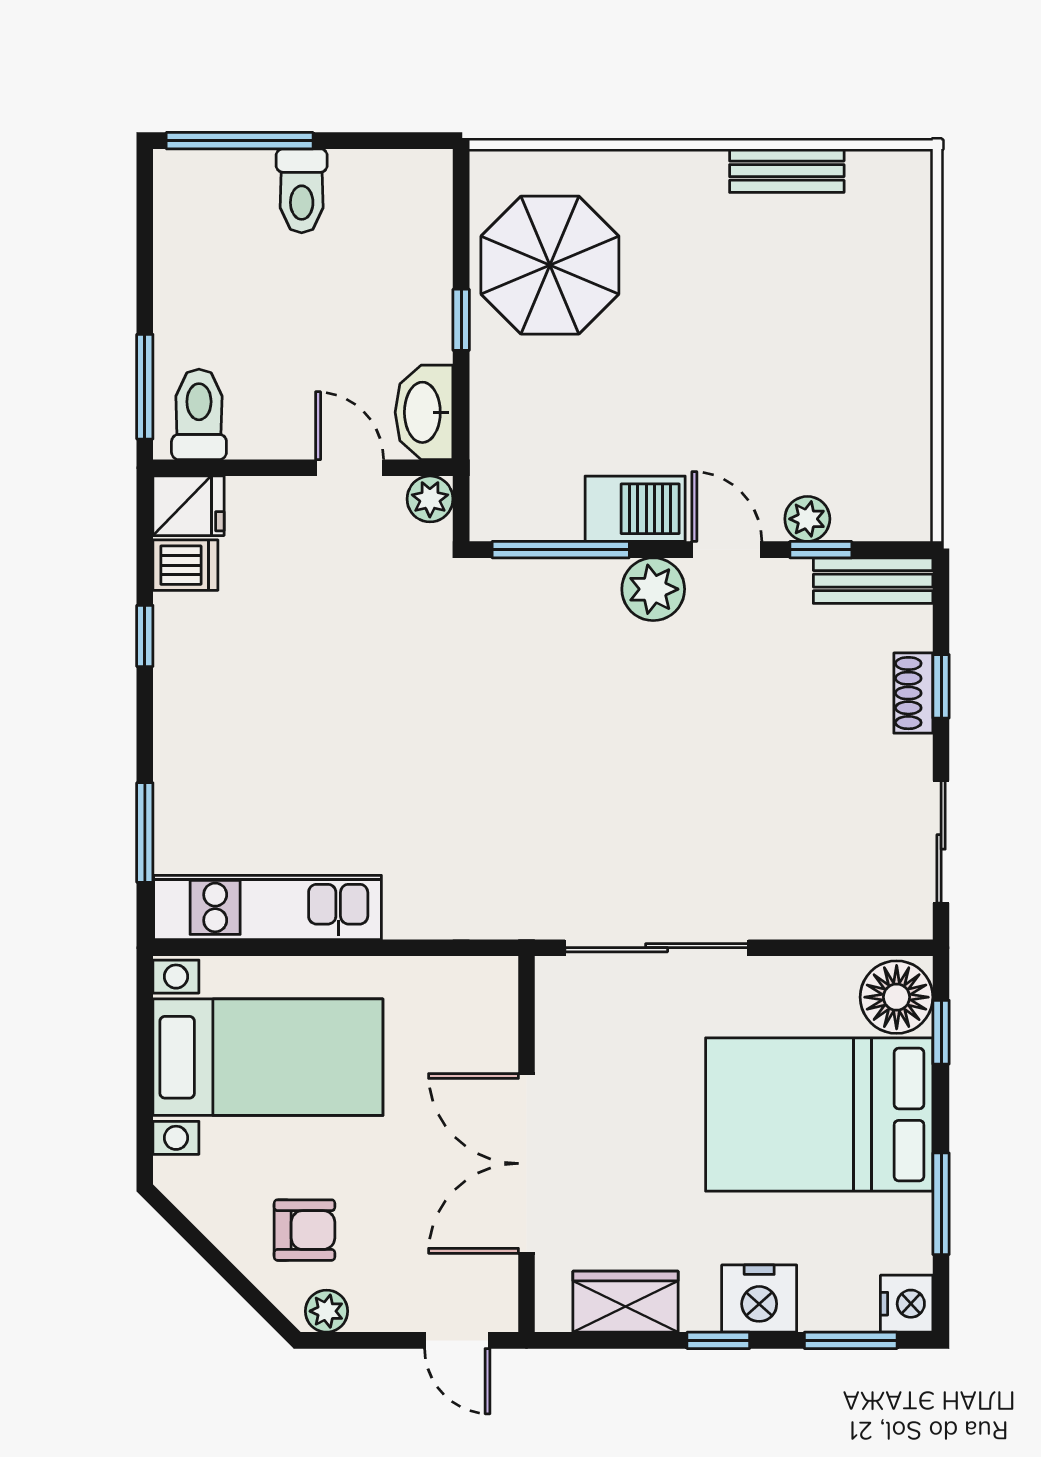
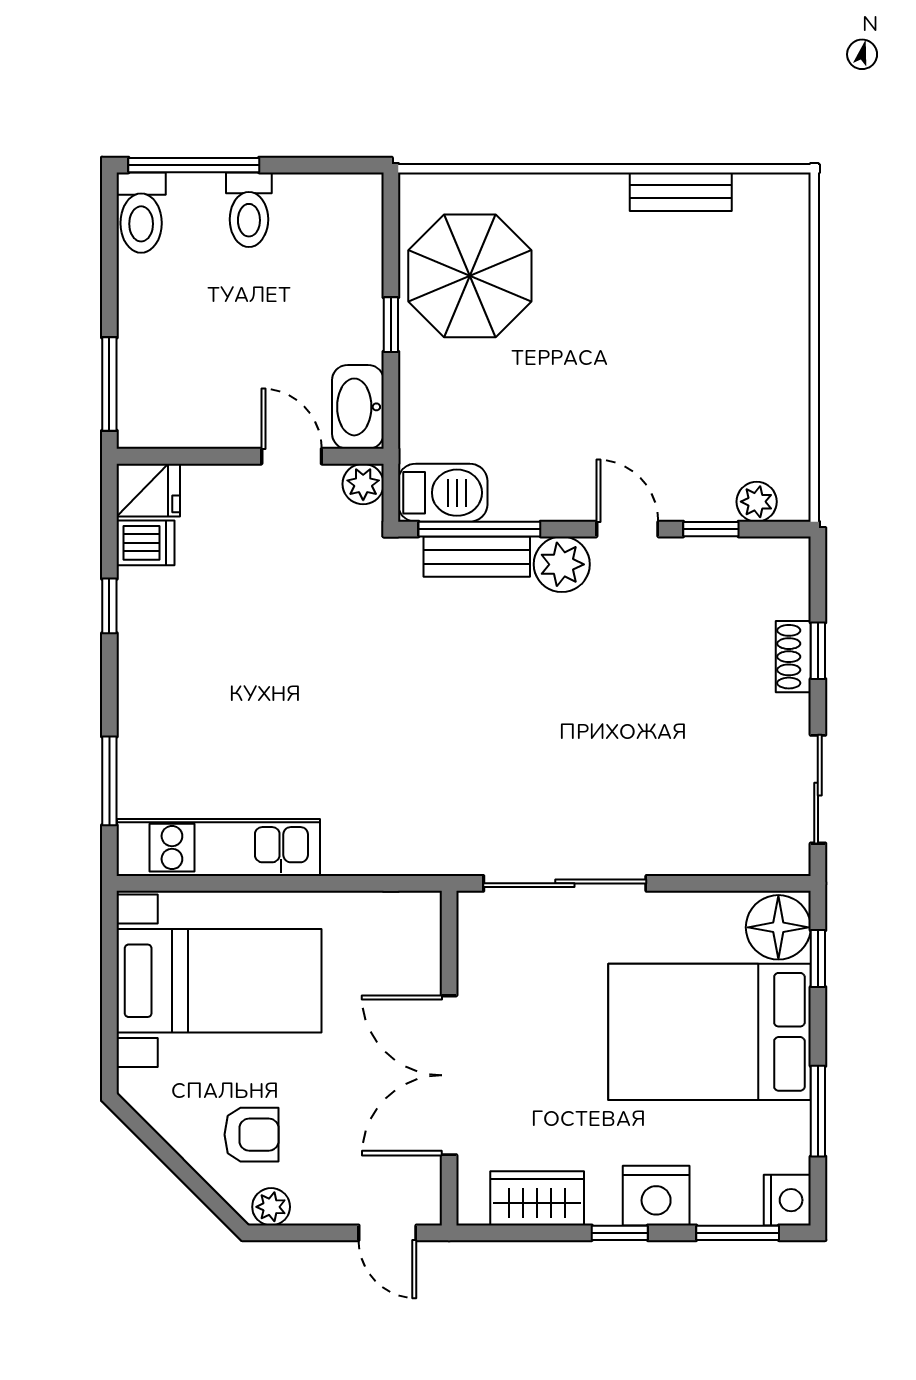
toilet: (199, 414) -> (141, 213), moved, turned 180
barbecue: (635, 509) -> (443, 493), moved
plant: (807, 519) -> (757, 502), moved
bench: (873, 581) -> (477, 557), moved

